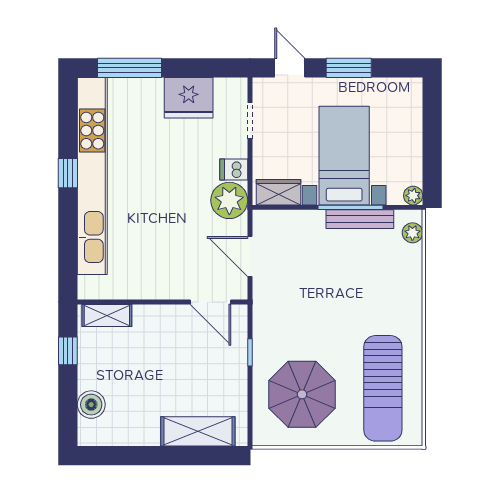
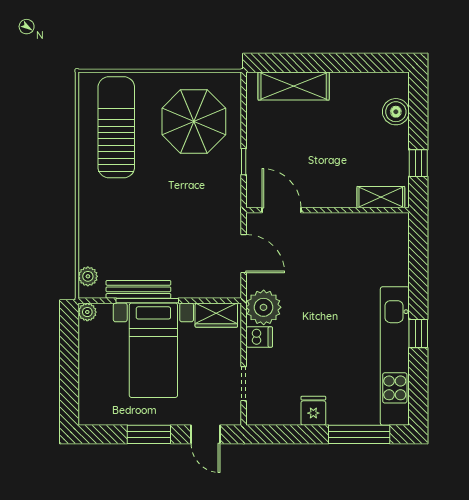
fridge: (189, 98) -> (313, 411), width x0.53, depth x0.75
kitchen unit: (92, 176) -> (395, 356), width x0.73

